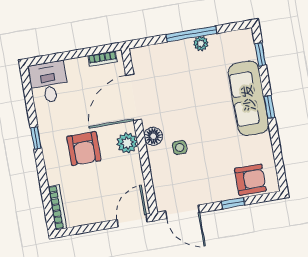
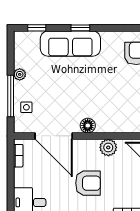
window: (191, 34) -> (11, 96), moved
plant: (127, 143) -> (108, 147), moved
side table: (180, 147) -> (26, 107), moved

